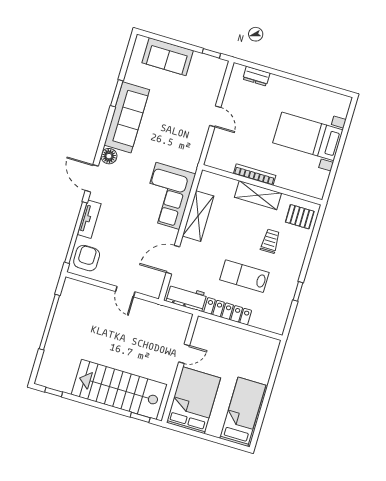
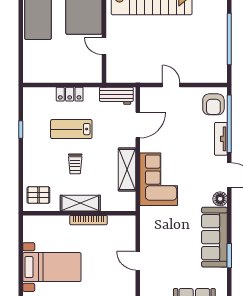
trolley: (270, 241) -> (75, 164), moved
lab bench: (244, 276) -> (71, 129), turned 180
locker: (228, 311) -> (70, 94), width x0.66
door: (184, 354) -> (104, 46), hinge flipped

